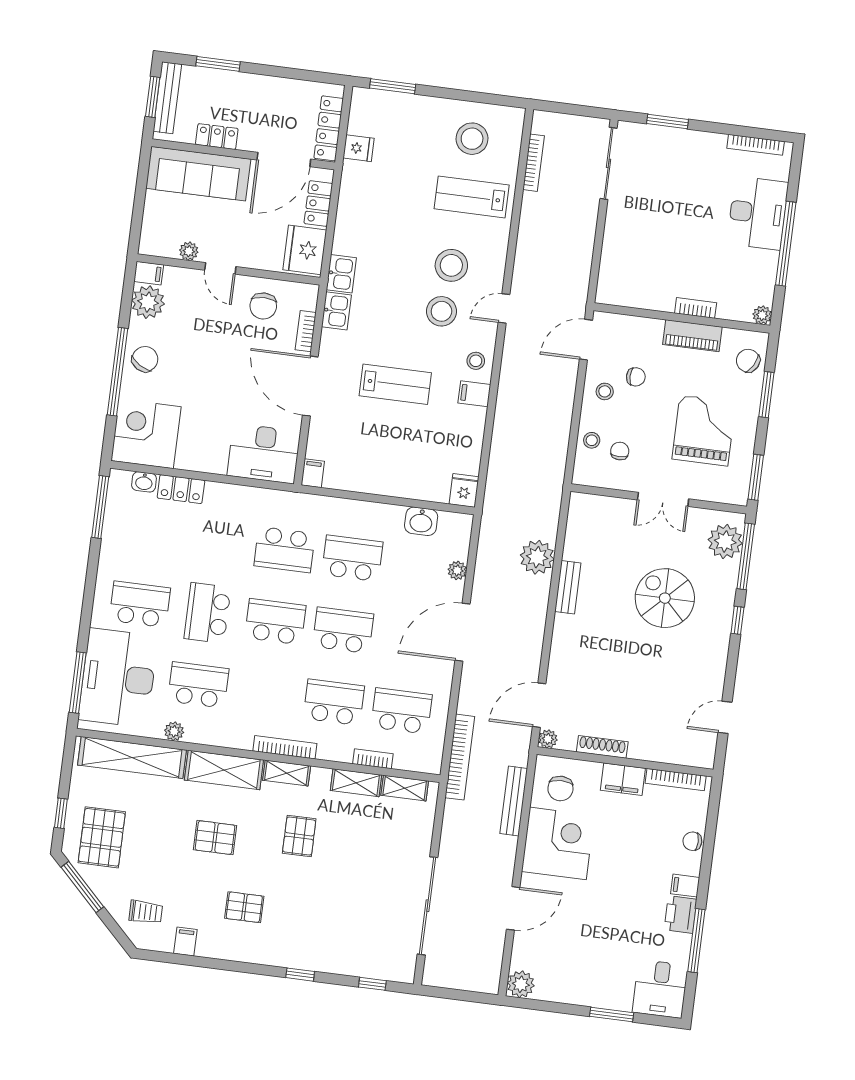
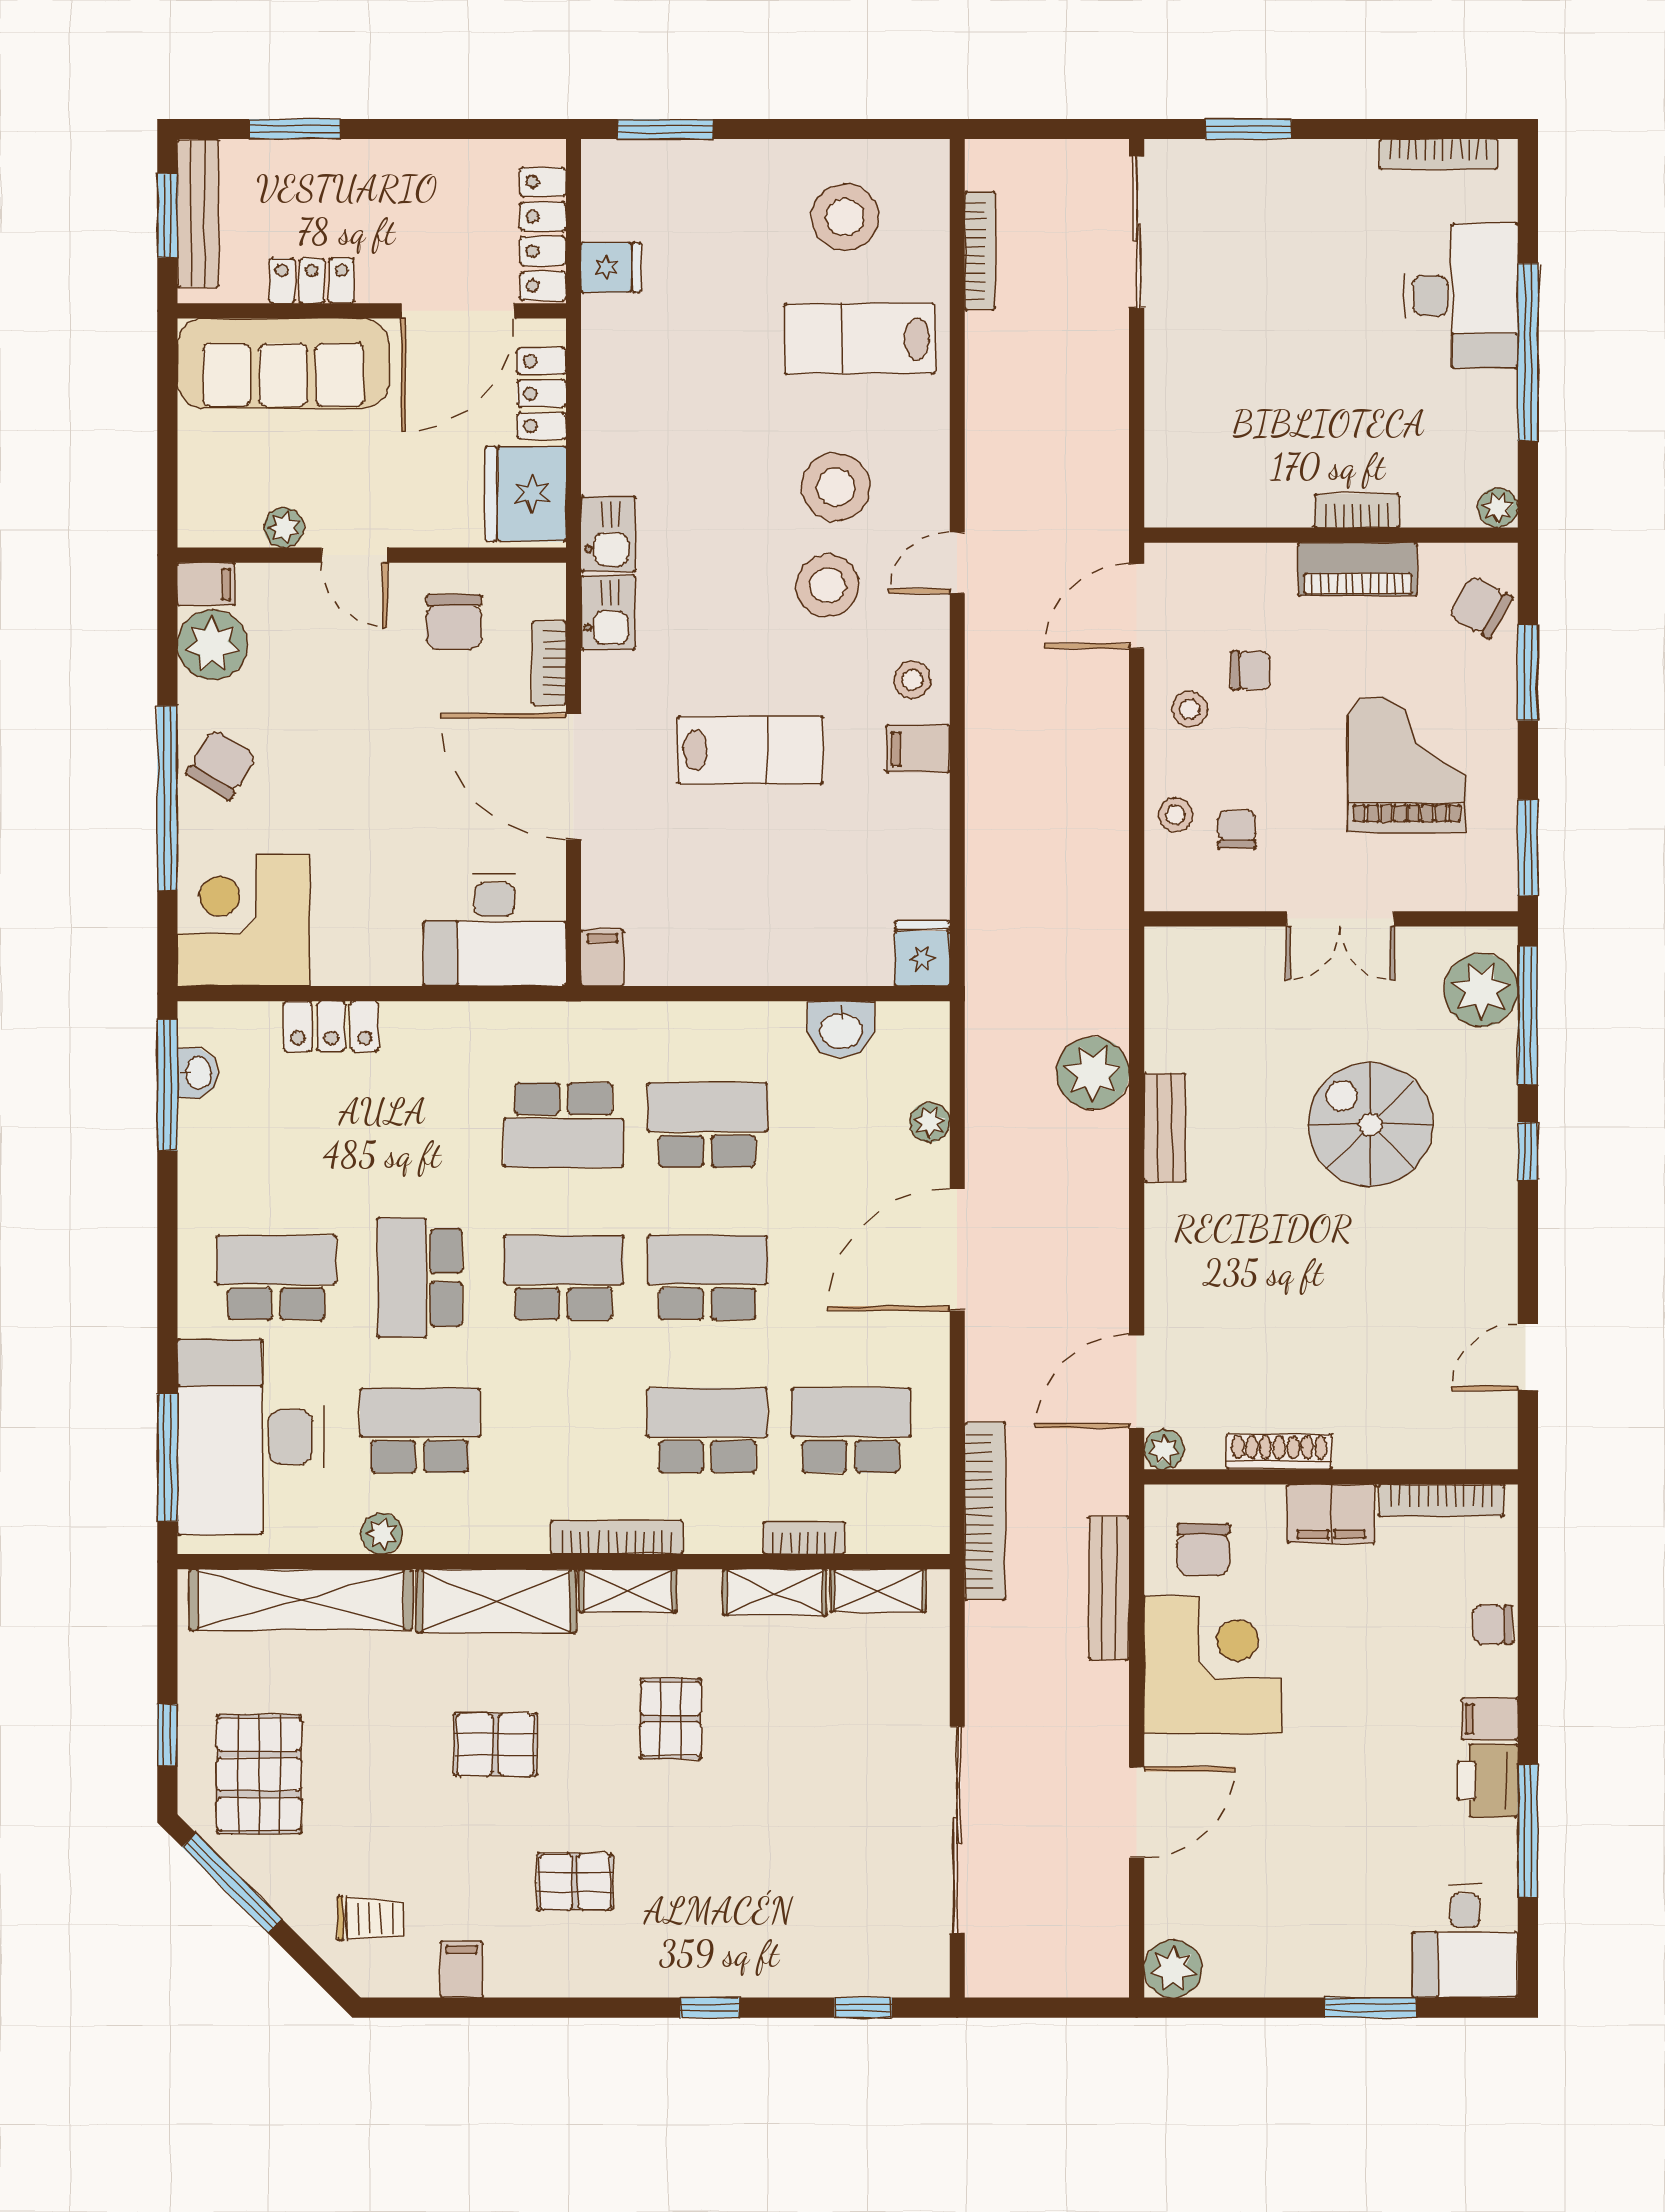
washbasin: (144, 482) -> (197, 1073), moved, turned -90

